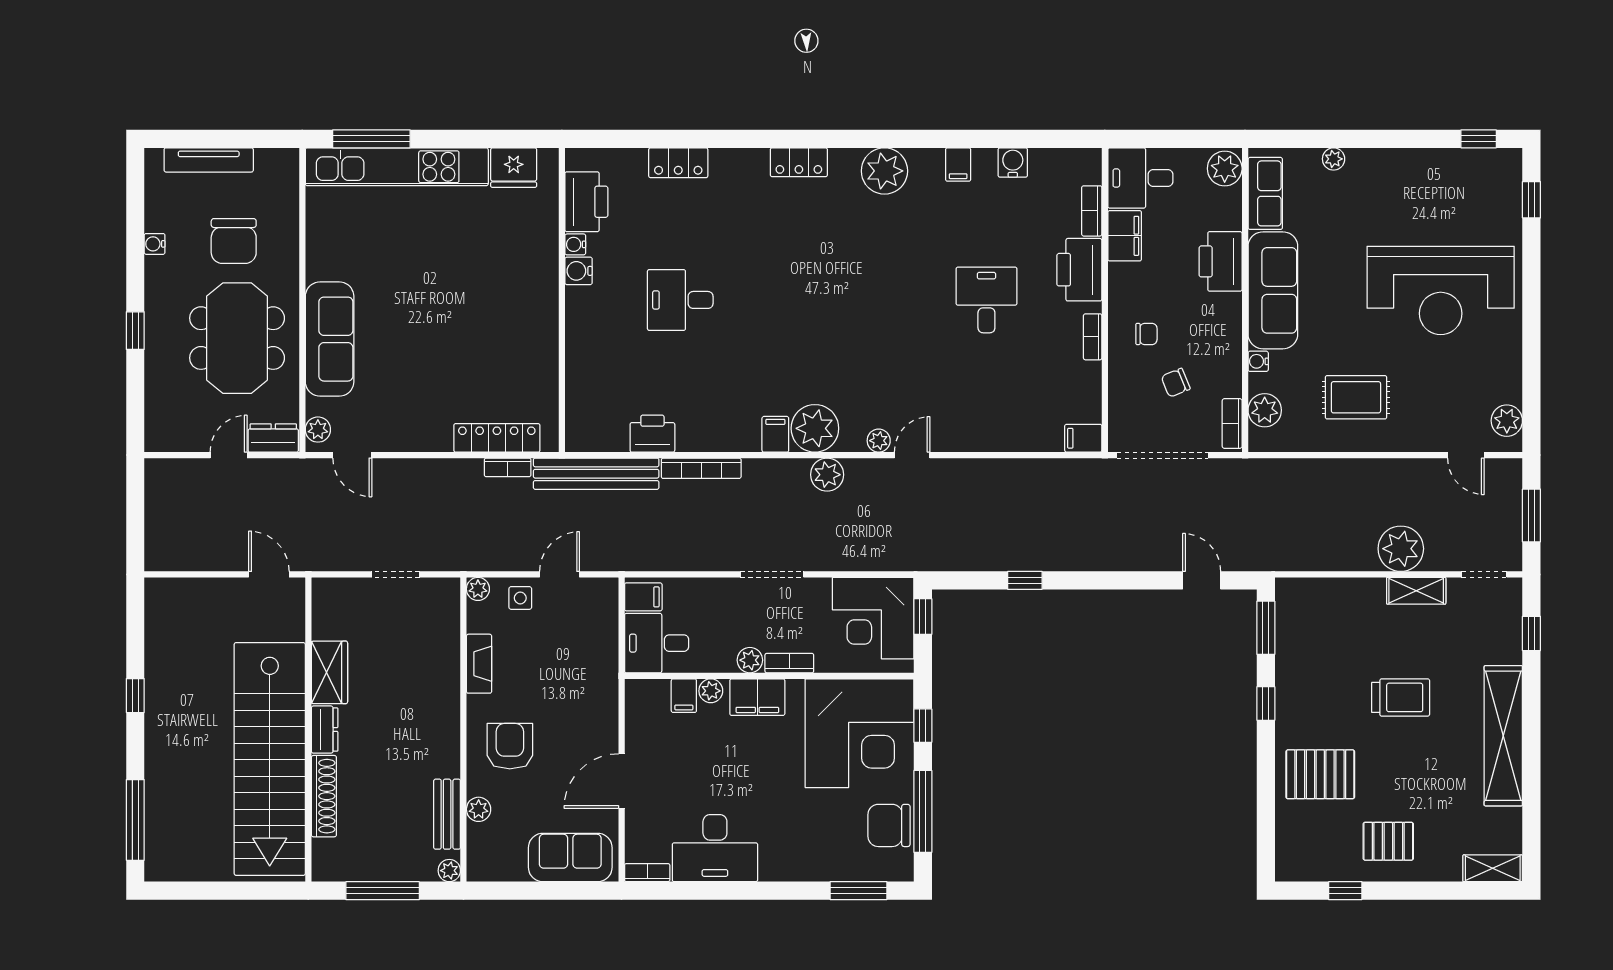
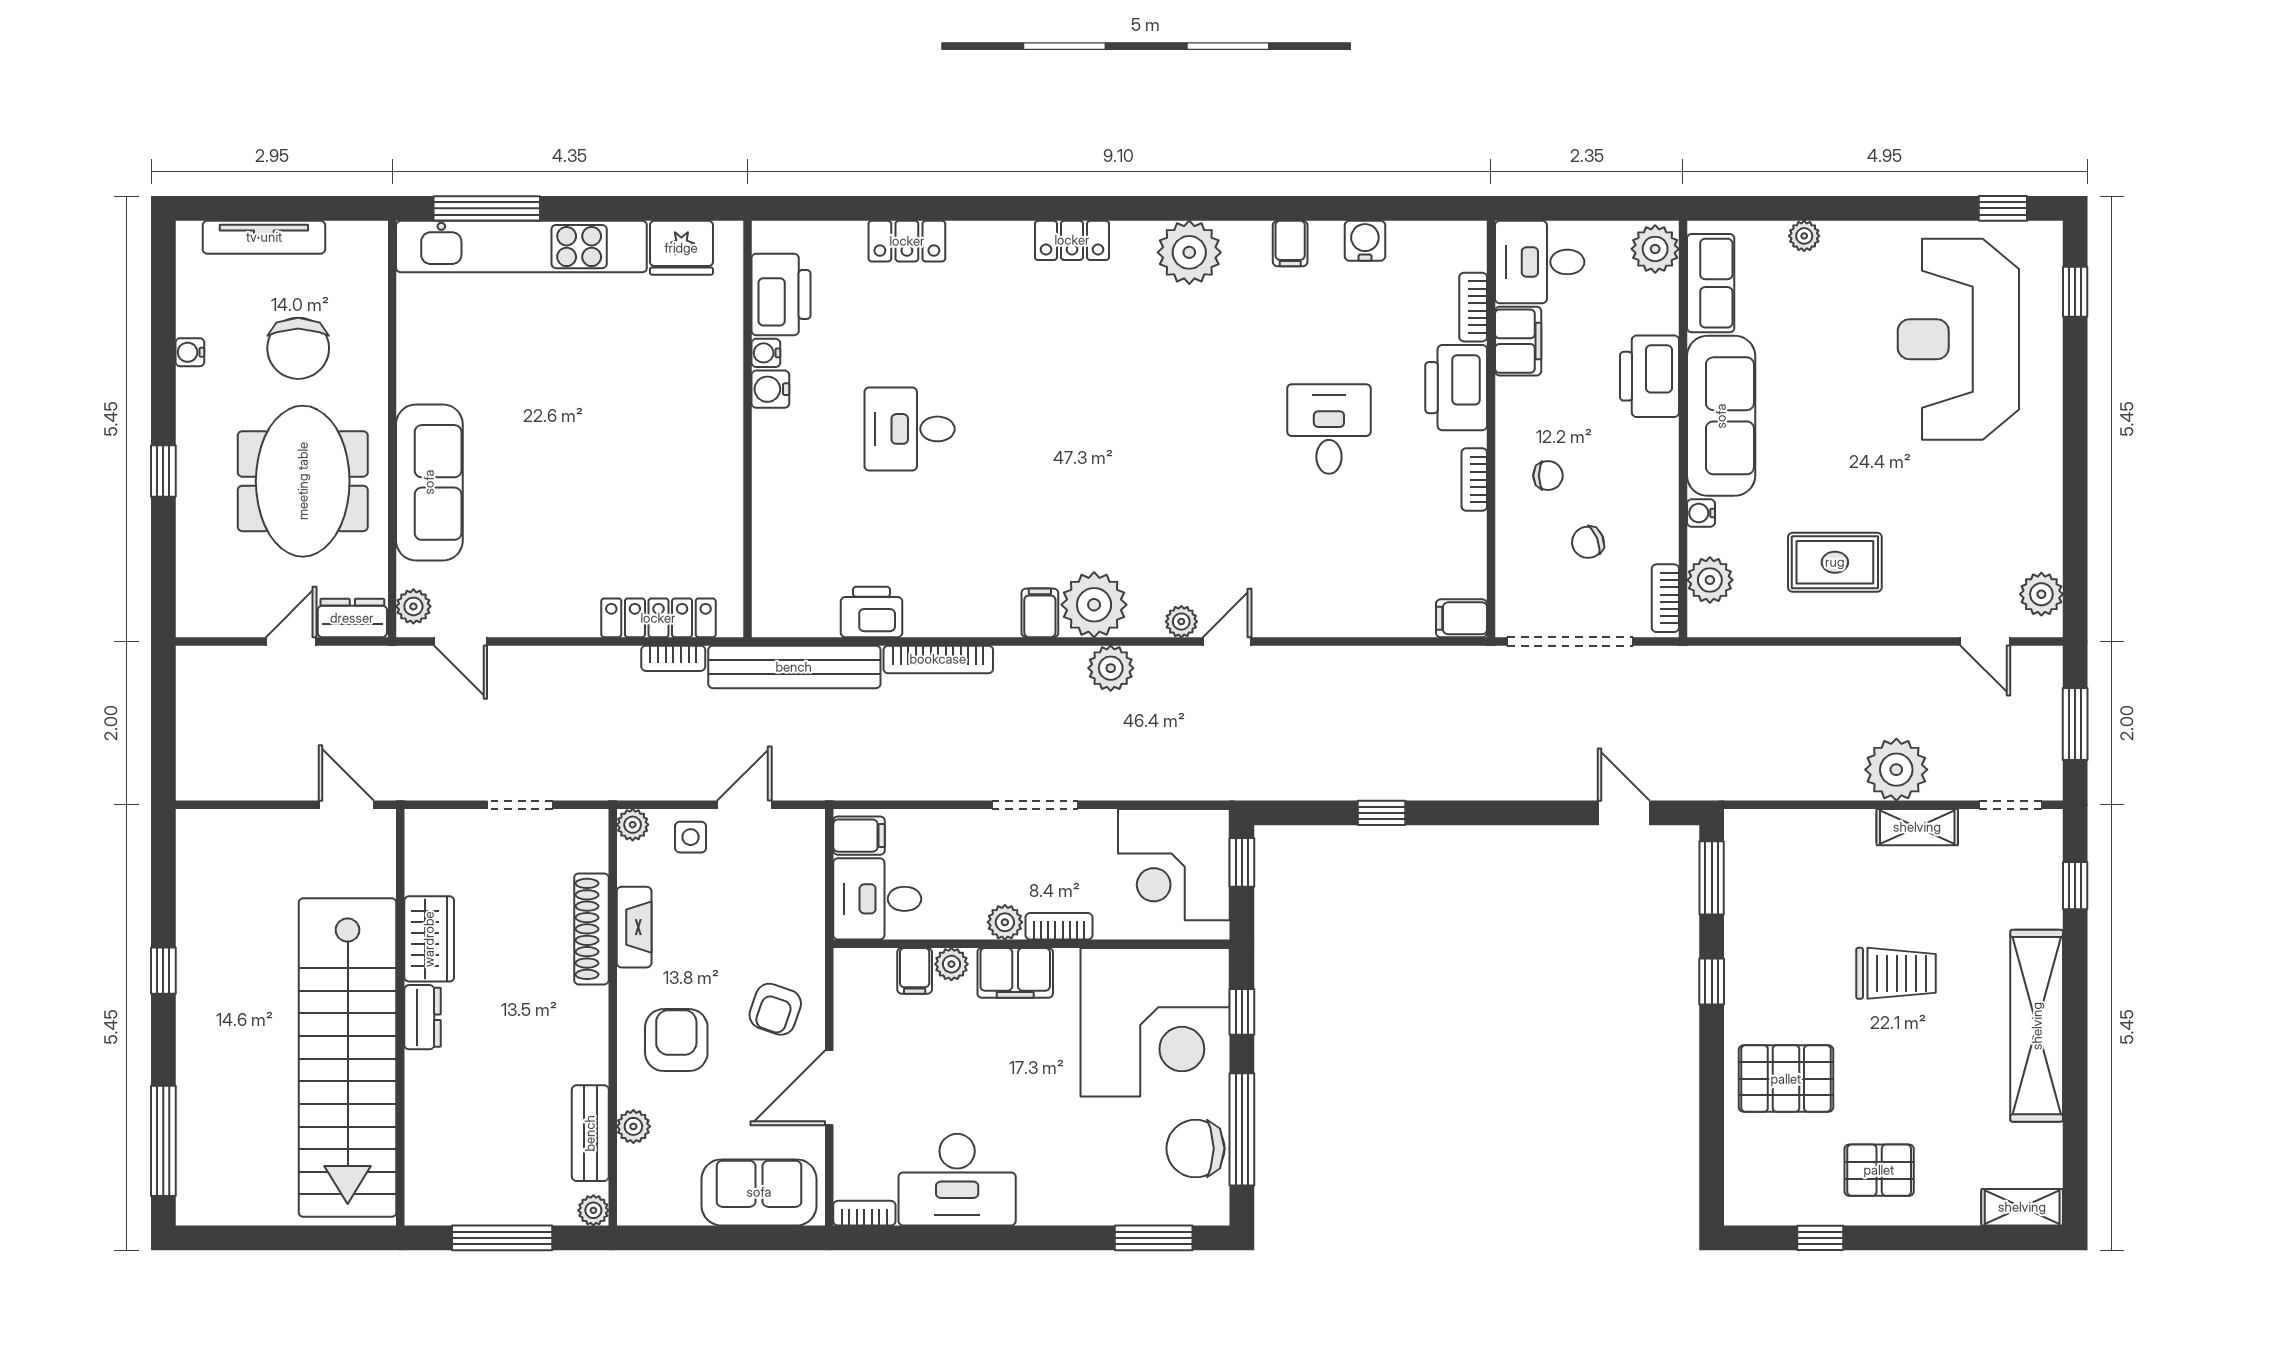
reception desk: (1441, 290) -> (1958, 339), moved, turned 90
armchair: (582, 724) -> (775, 1009), added
shoe rack: (324, 796) -> (591, 929), moved, turned 180

